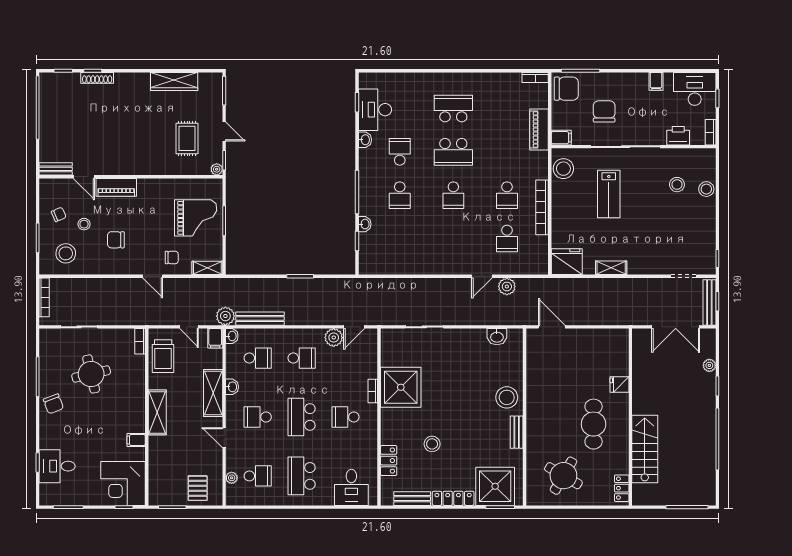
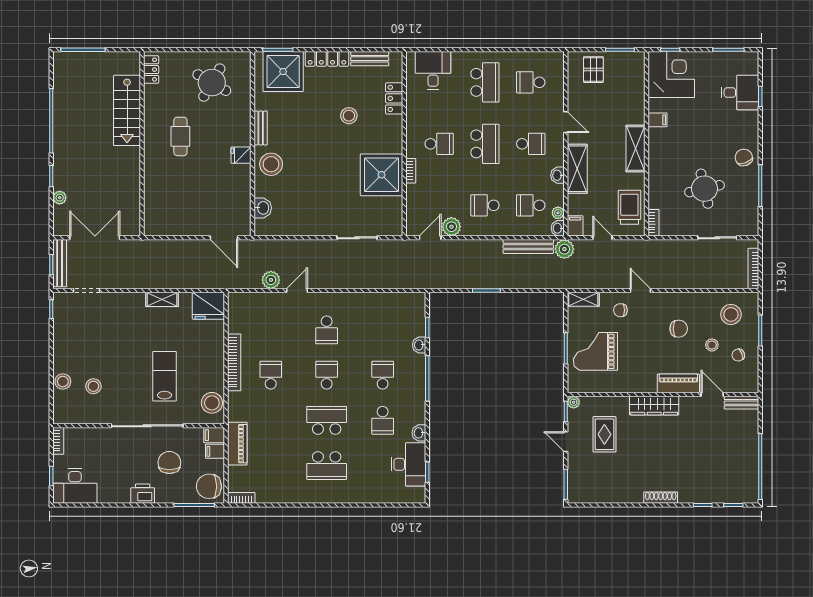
shoe rack: (97, 78) -> (661, 498), moved
wardrobe: (174, 81) -> (654, 406), moved, turned 180
filing cabinet: (656, 81) -> (215, 451), moved, turned -90
chair: (604, 111) -> (169, 462), turned 180
printer: (678, 136) -> (143, 494), moved, turned 180
school desk: (507, 239) -> (327, 330), moved, turned 180
washbasin: (497, 337) -> (263, 208), moved, turned 90
fridge: (619, 385) -> (241, 155), moved, turned 180
cafe table: (594, 424) -> (180, 136), width x0.73, depth x0.74
plant: (232, 478) -> (558, 213), moved

